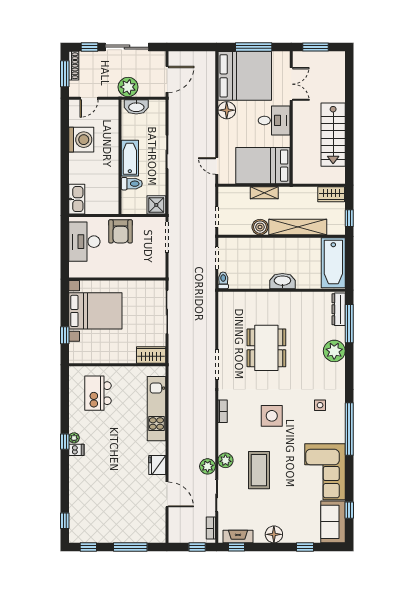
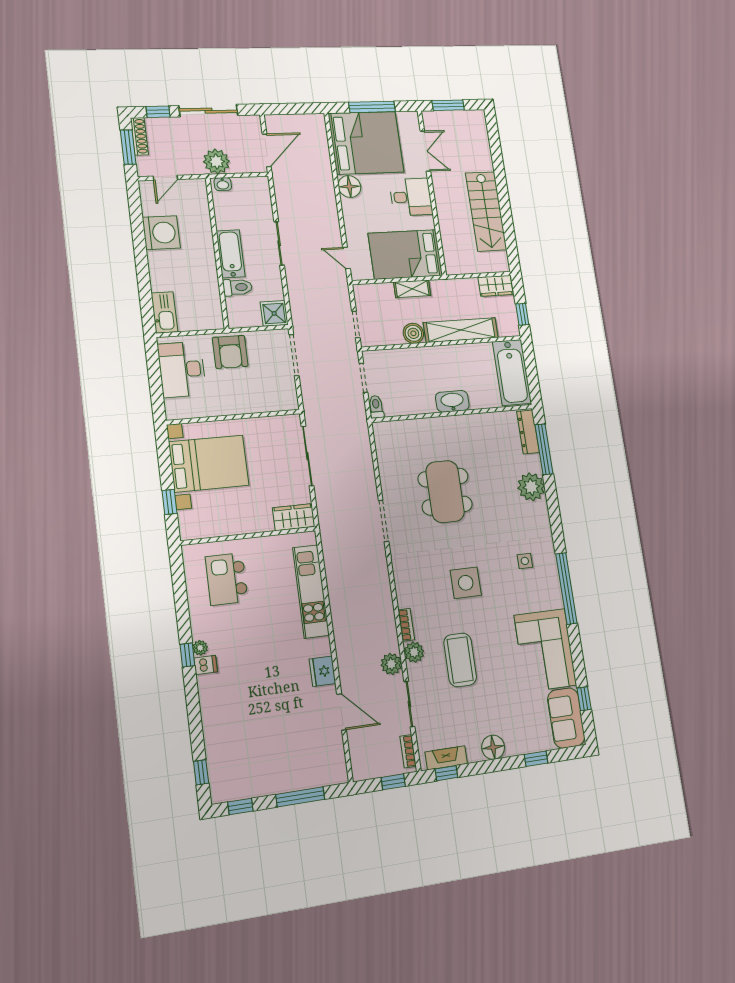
washbasin: (136, 107) -> (223, 184), width x0.52, depth x0.69
bookcase: (223, 411) -> (406, 625), moved

